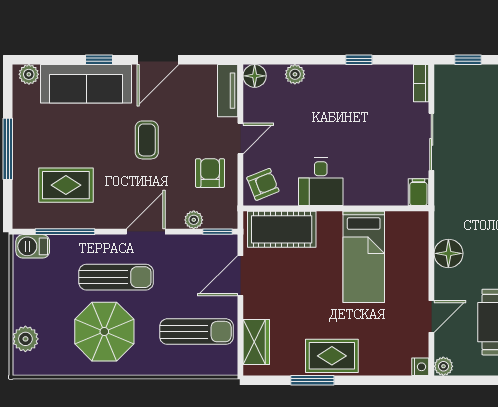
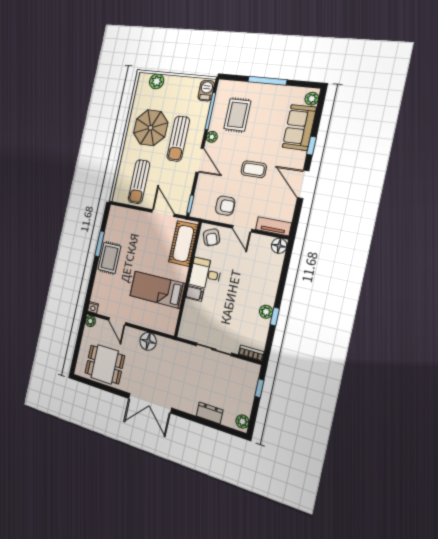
plant: (295, 74) -> (266, 312), moved
sofa: (86, 84) -> (299, 127), width x0.73
filing cabinet: (418, 192) -> (195, 293), moved
plant: (194, 220) -> (212, 137), moved
wardrobe: (256, 342) -> (126, 216), removed

